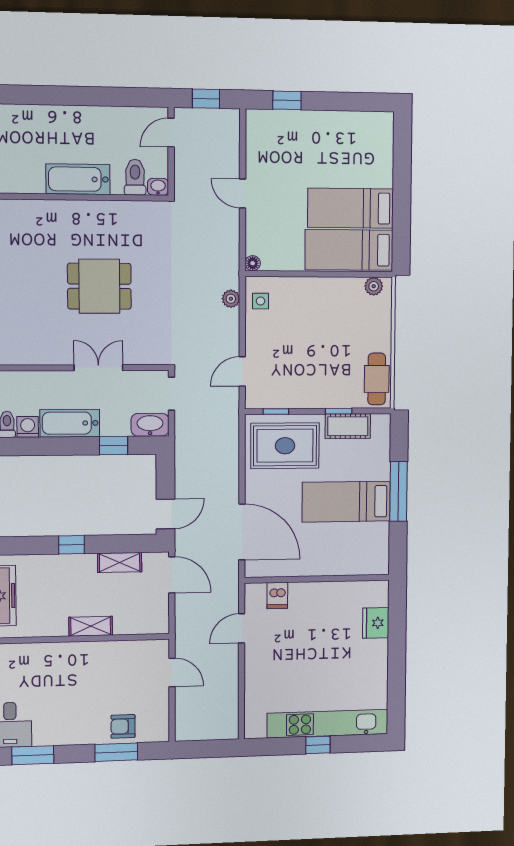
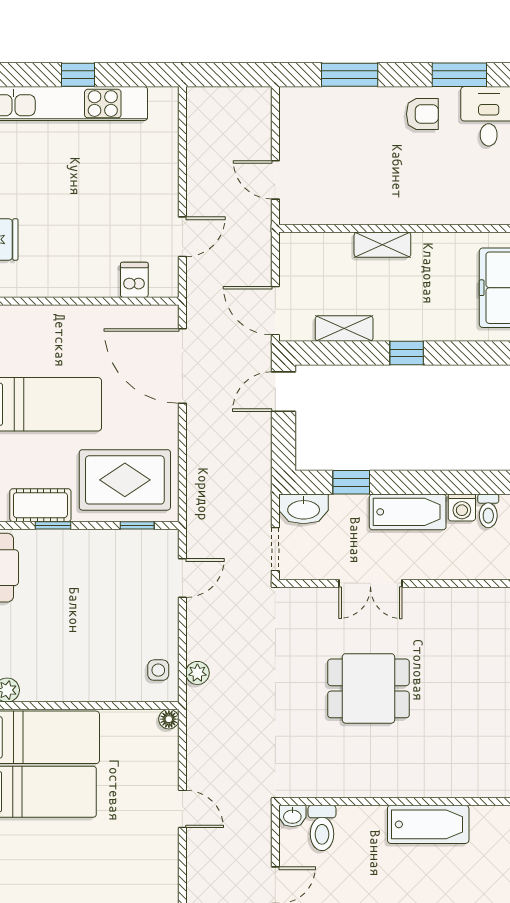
bathtub: (78, 179) -> (428, 824), moved
armchair: (123, 726) -> (422, 114), moved

